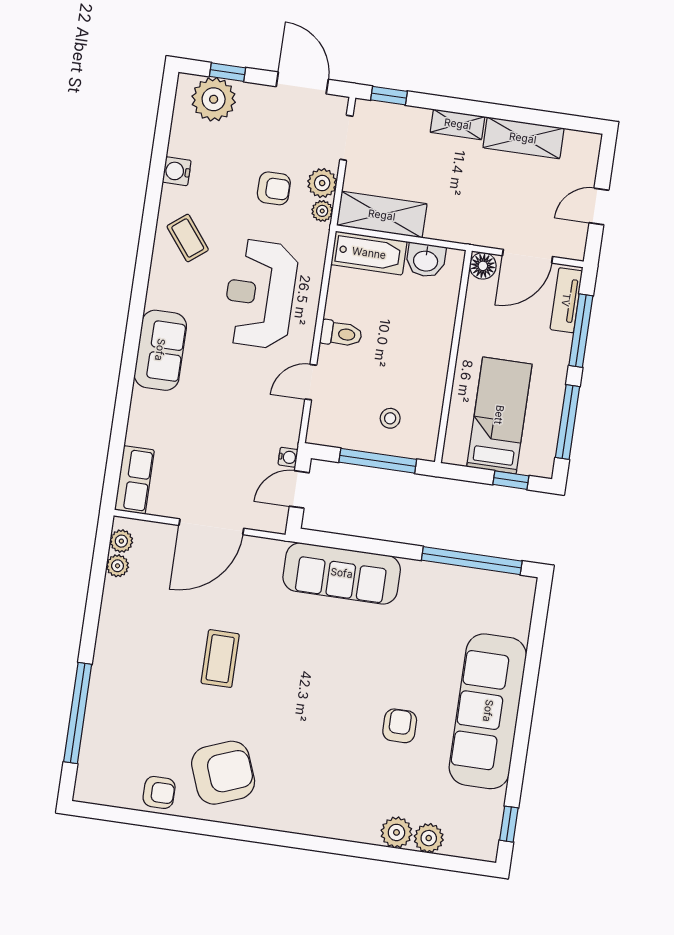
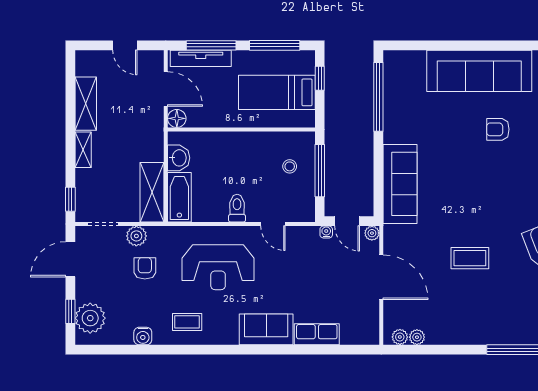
plant: (322, 211) -> (372, 233), moved
coffee table: (188, 238) -> (187, 322), turned 38
tv unit: (566, 300) -> (201, 58), width x1.41
row of seats: (134, 480) -> (317, 334), moved

